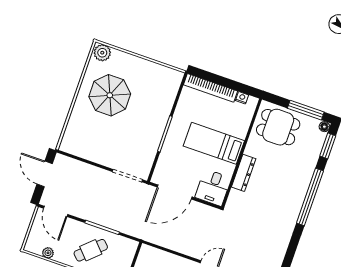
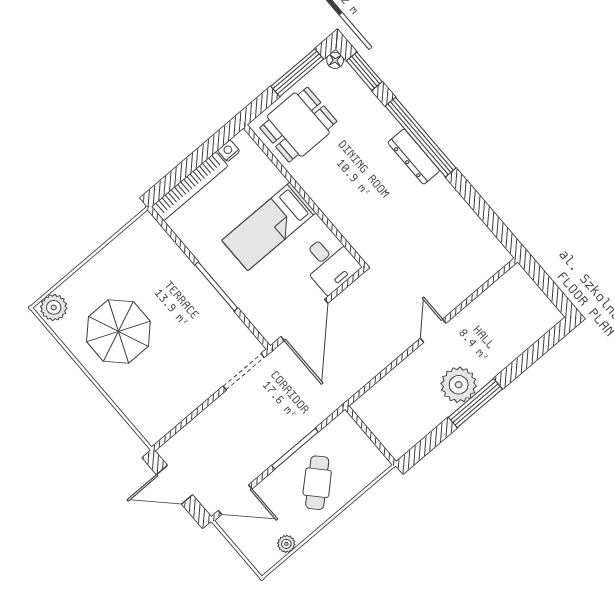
dresser: (244, 173) -> (414, 157), moved, turned 180

